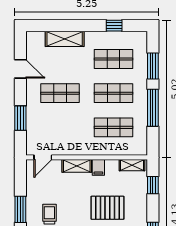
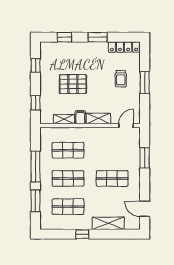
window: (114, 26) -> (82, 234), moved
door: (20, 69) -> (145, 209), moved
shelving: (132, 165) -> (64, 119), moved

